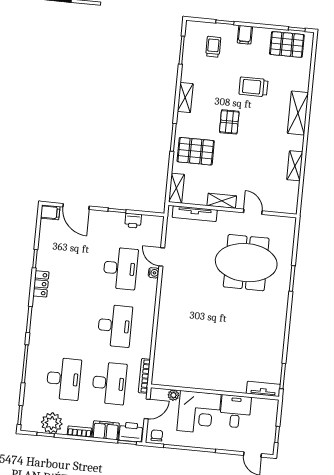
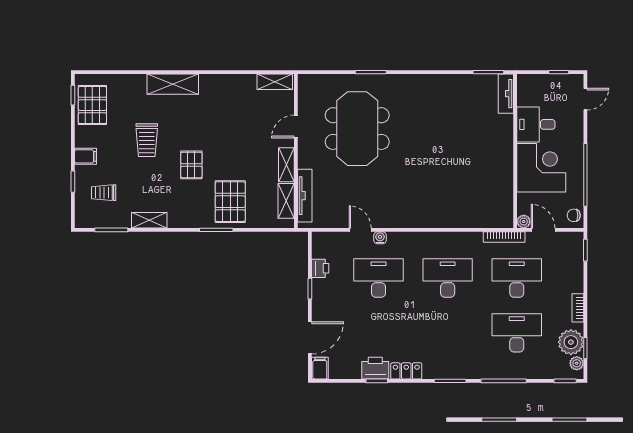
shelving: (185, 98) -> (149, 220), moved
pallet: (229, 122) -> (191, 165), turned 90
shelving: (295, 166) -> (275, 82), moved
shelving: (176, 188) -> (286, 201), moved, turned 90
door: (162, 257) -> (360, 230), swing flipped
plant: (173, 395) -> (524, 222), moved
plant: (34, 426) -> (577, 363), added
filing cabinet: (106, 430) -> (573, 277), removed
printer: (131, 432) -> (375, 368), moved, turned 90

